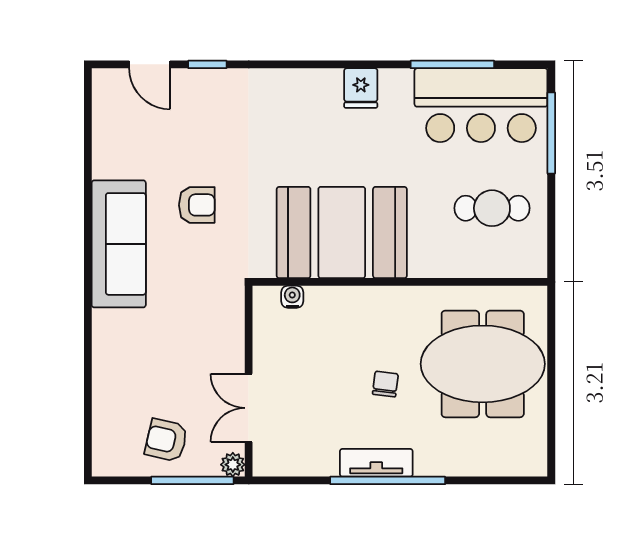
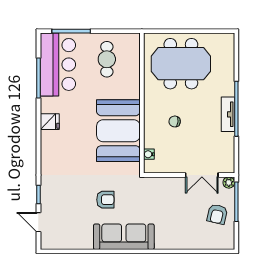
door: (150, 64) -> (38, 222), swing flipped
armchair: (197, 205) -> (105, 200), turned 90
meeting table: (483, 364) -> (181, 64), turned 90
chair: (385, 384) -> (175, 121), moved

